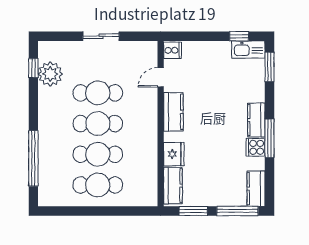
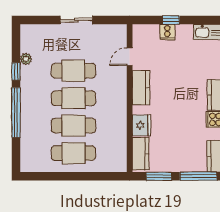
window: (239, 36) -> (171, 20), moved
cooker: (172, 50) -> (167, 32), moved, turned 90
window: (33, 68) -> (16, 72), moved
plant: (50, 74) -> (26, 59), width x0.53, depth x0.53
window: (33, 158) -> (16, 113), moved

